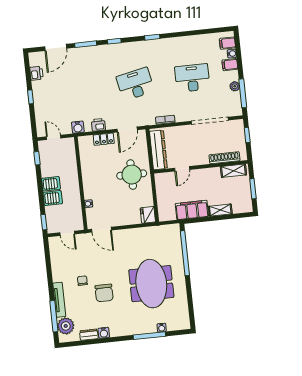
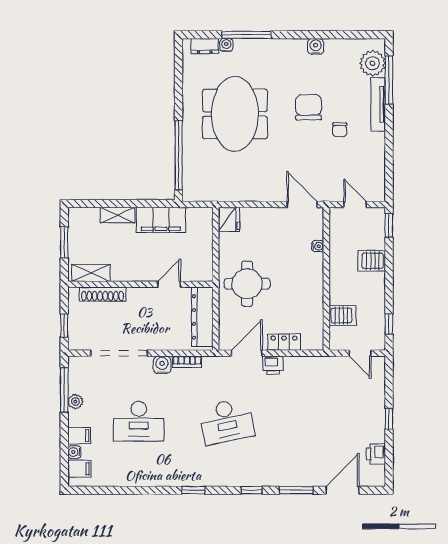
printer: (98, 125) -> (273, 365), moved
water cooler: (78, 127) -> (162, 365), moved
server rack: (51, 184) -> (343, 316), moved, turned 180
dresser: (89, 335) -> (205, 46), moved

